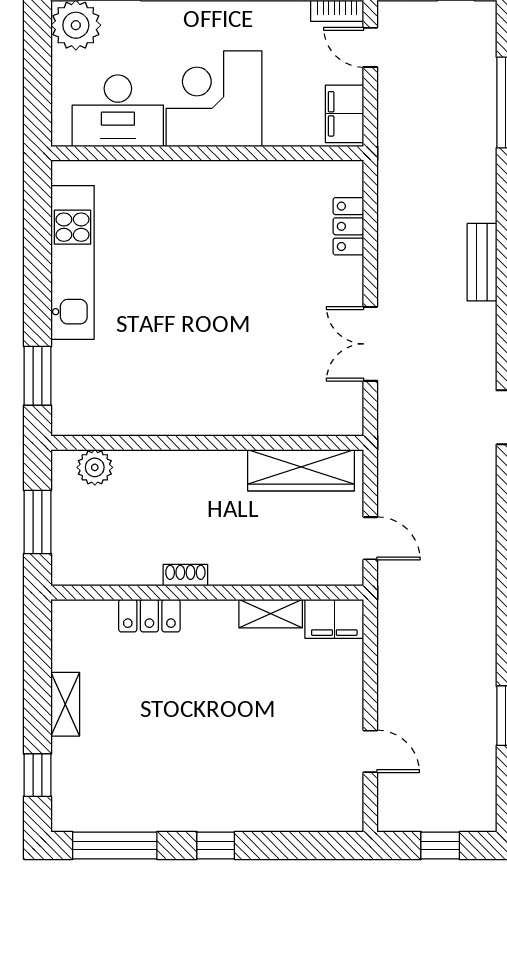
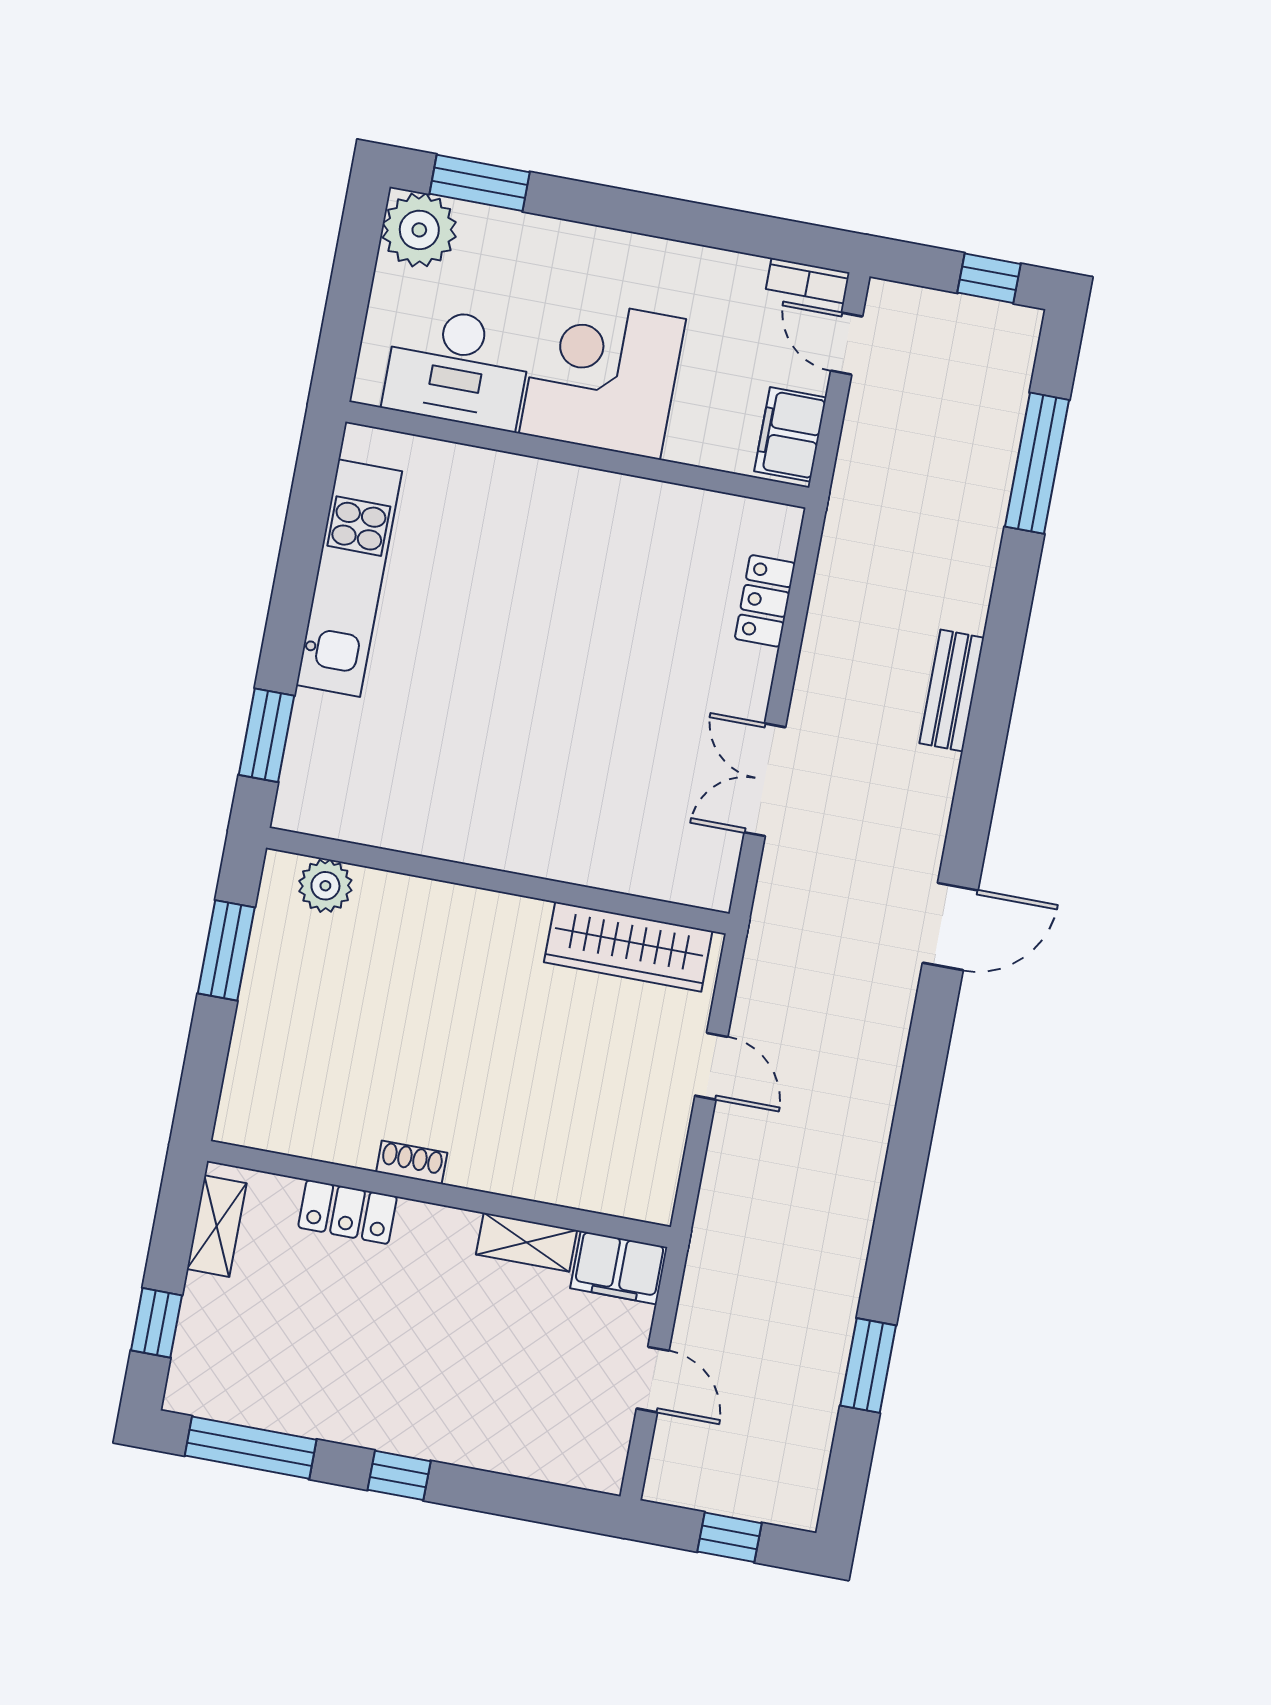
shoe rack: (185, 575) -> (412, 1162), moved
wall: (207, 593) -> (439, 1194), moved
shelving: (271, 614) -> (526, 1242), moved
locker: (149, 616) -> (348, 1212), moved
filing cabinet: (334, 619) -> (619, 1268), moved

